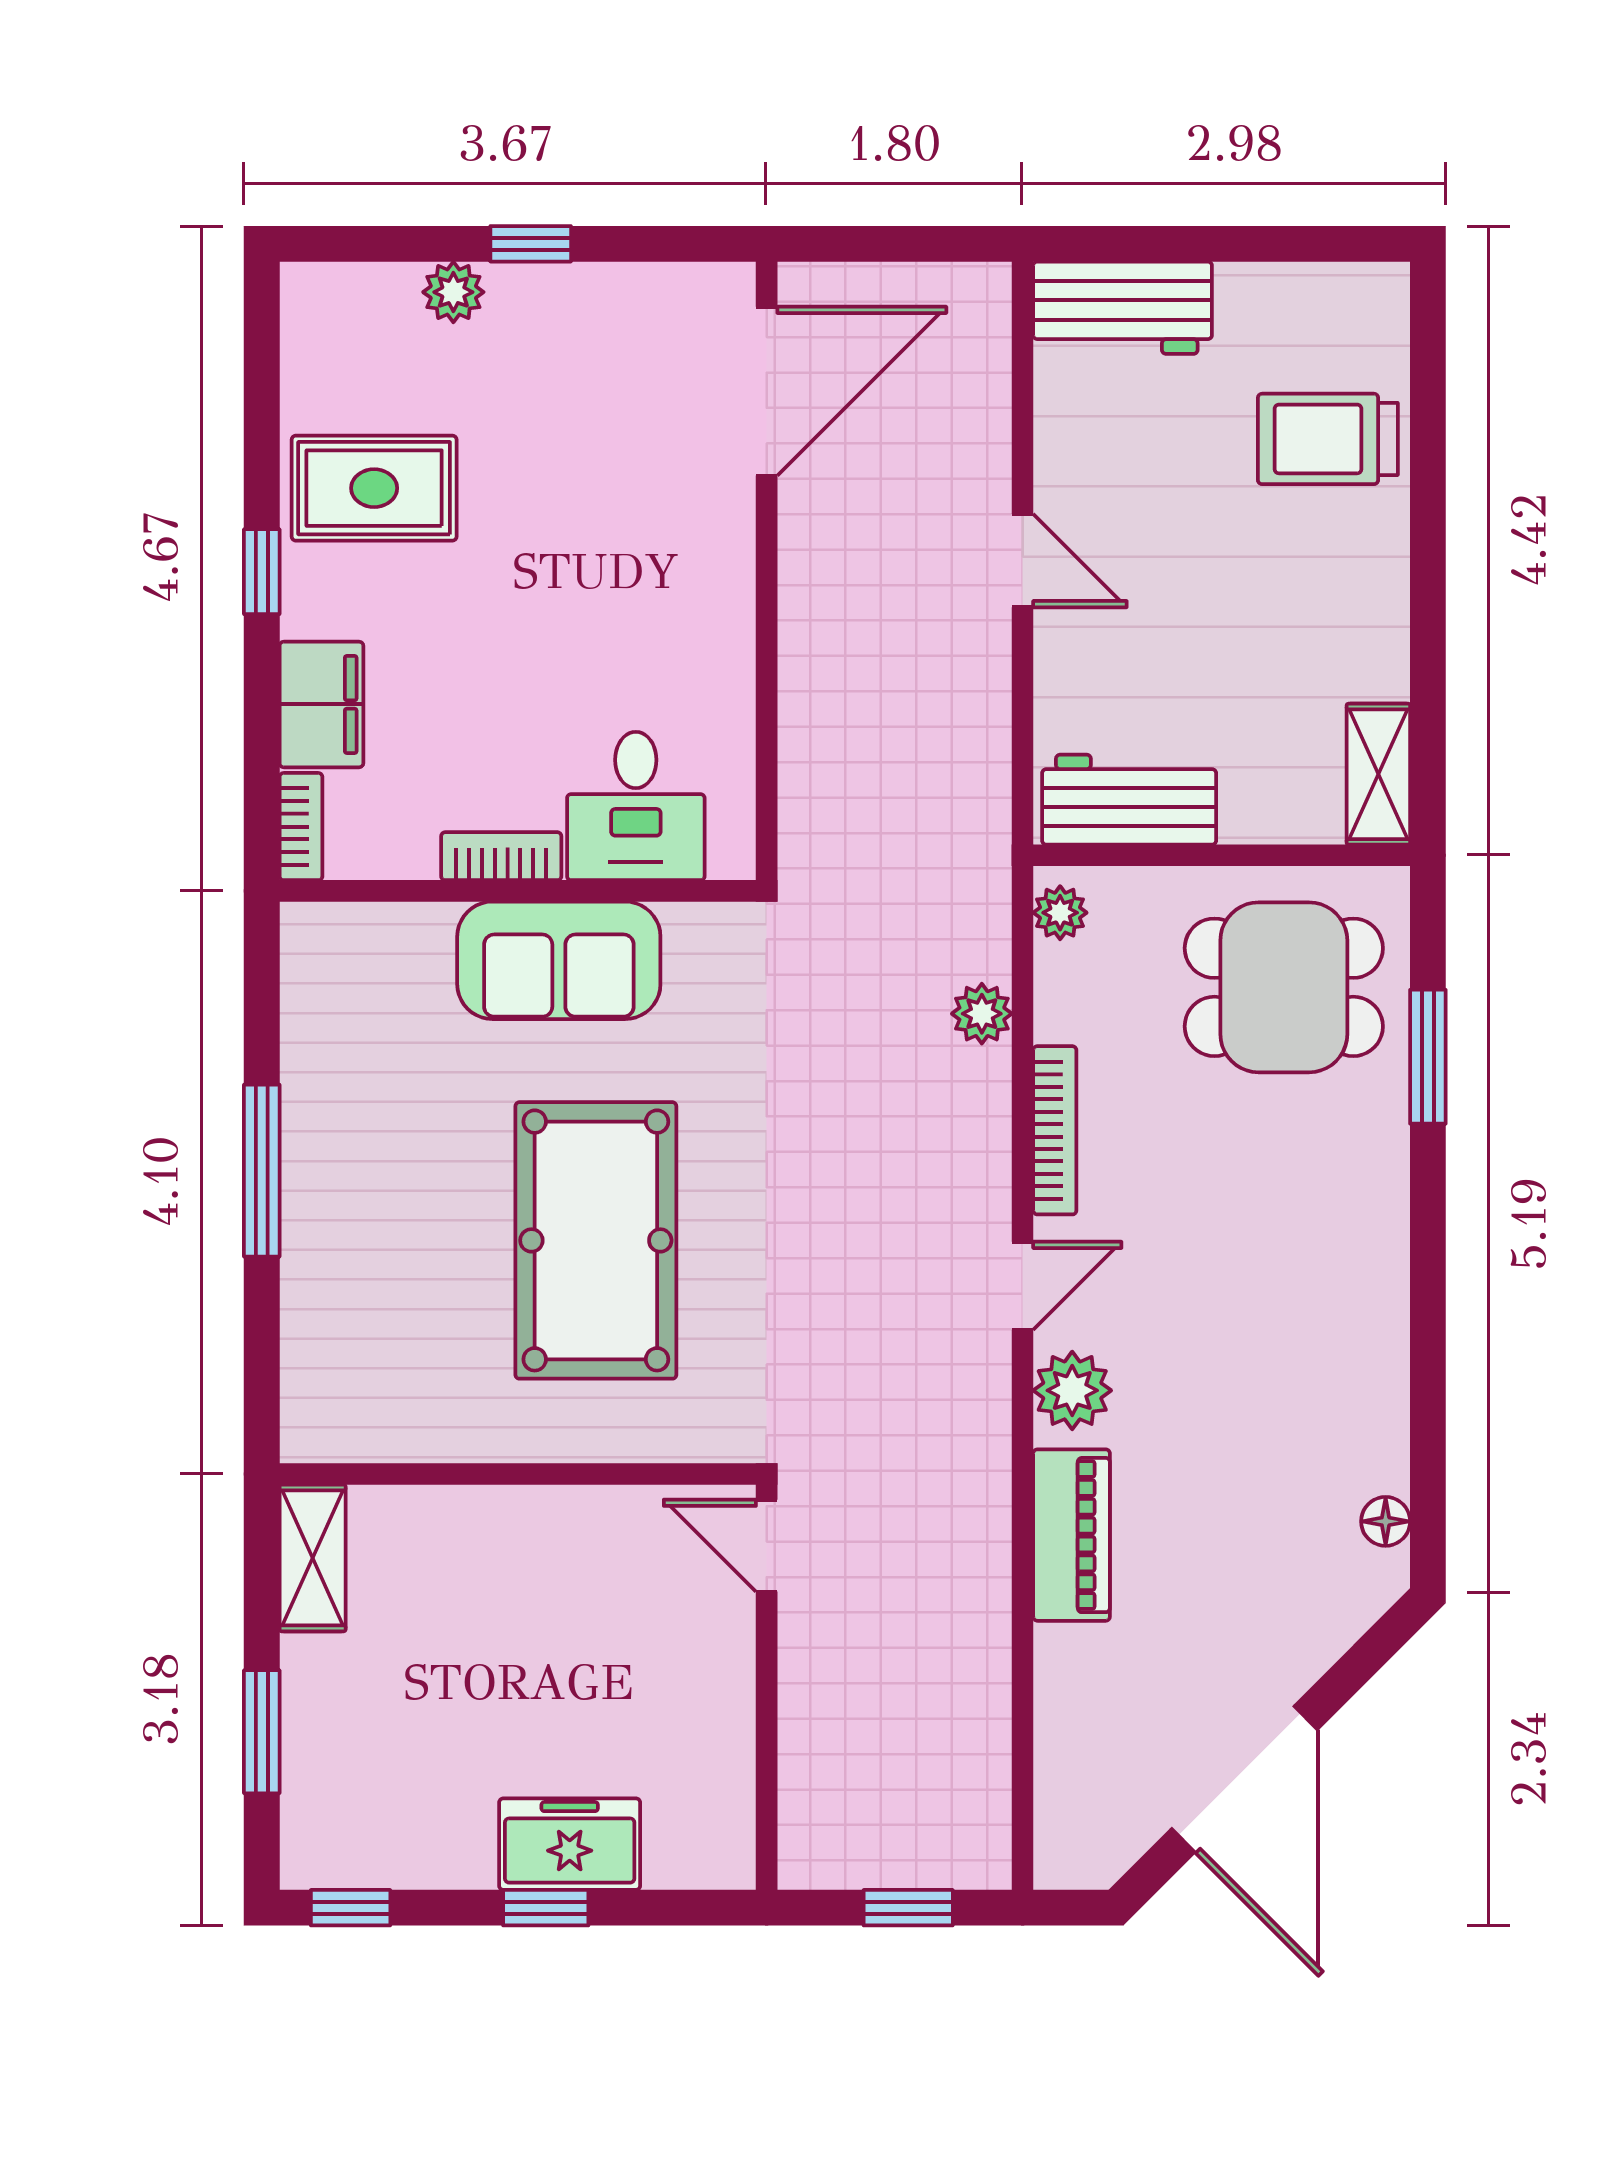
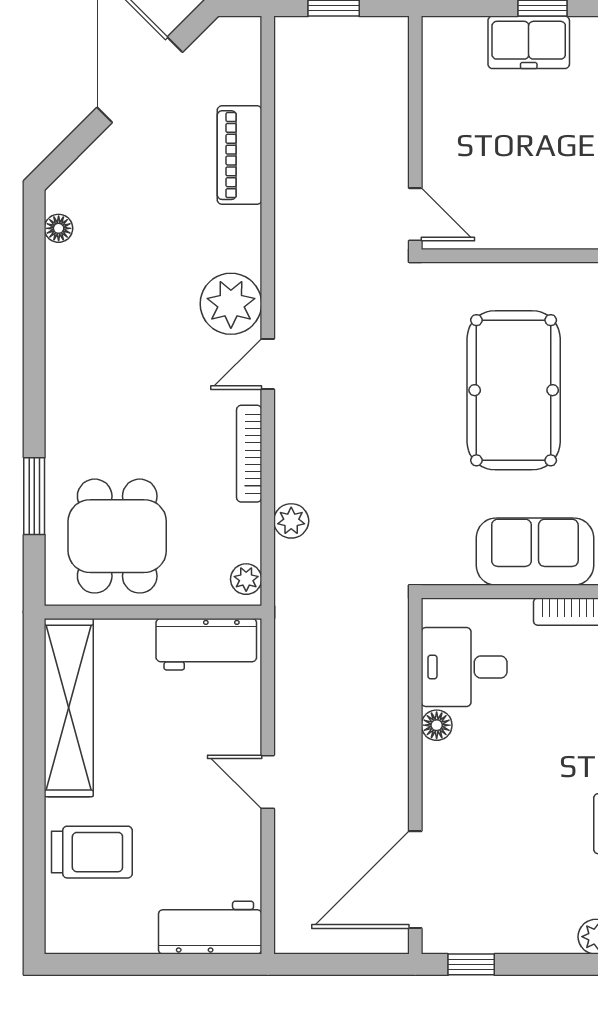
window: (531, 244) -> (471, 964), moved
floor lamp: (729, 659) -> (437, 725), added
shelving: (1378, 774) -> (69, 708), width x2.20, depth x1.33
desk: (636, 806) -> (464, 667), moved, turned -90
dining table: (1284, 987) -> (117, 536), turned 90
plant: (1072, 1390) -> (231, 304), width x1.36, depth x1.36
piano: (1072, 1535) -> (239, 155), moved

